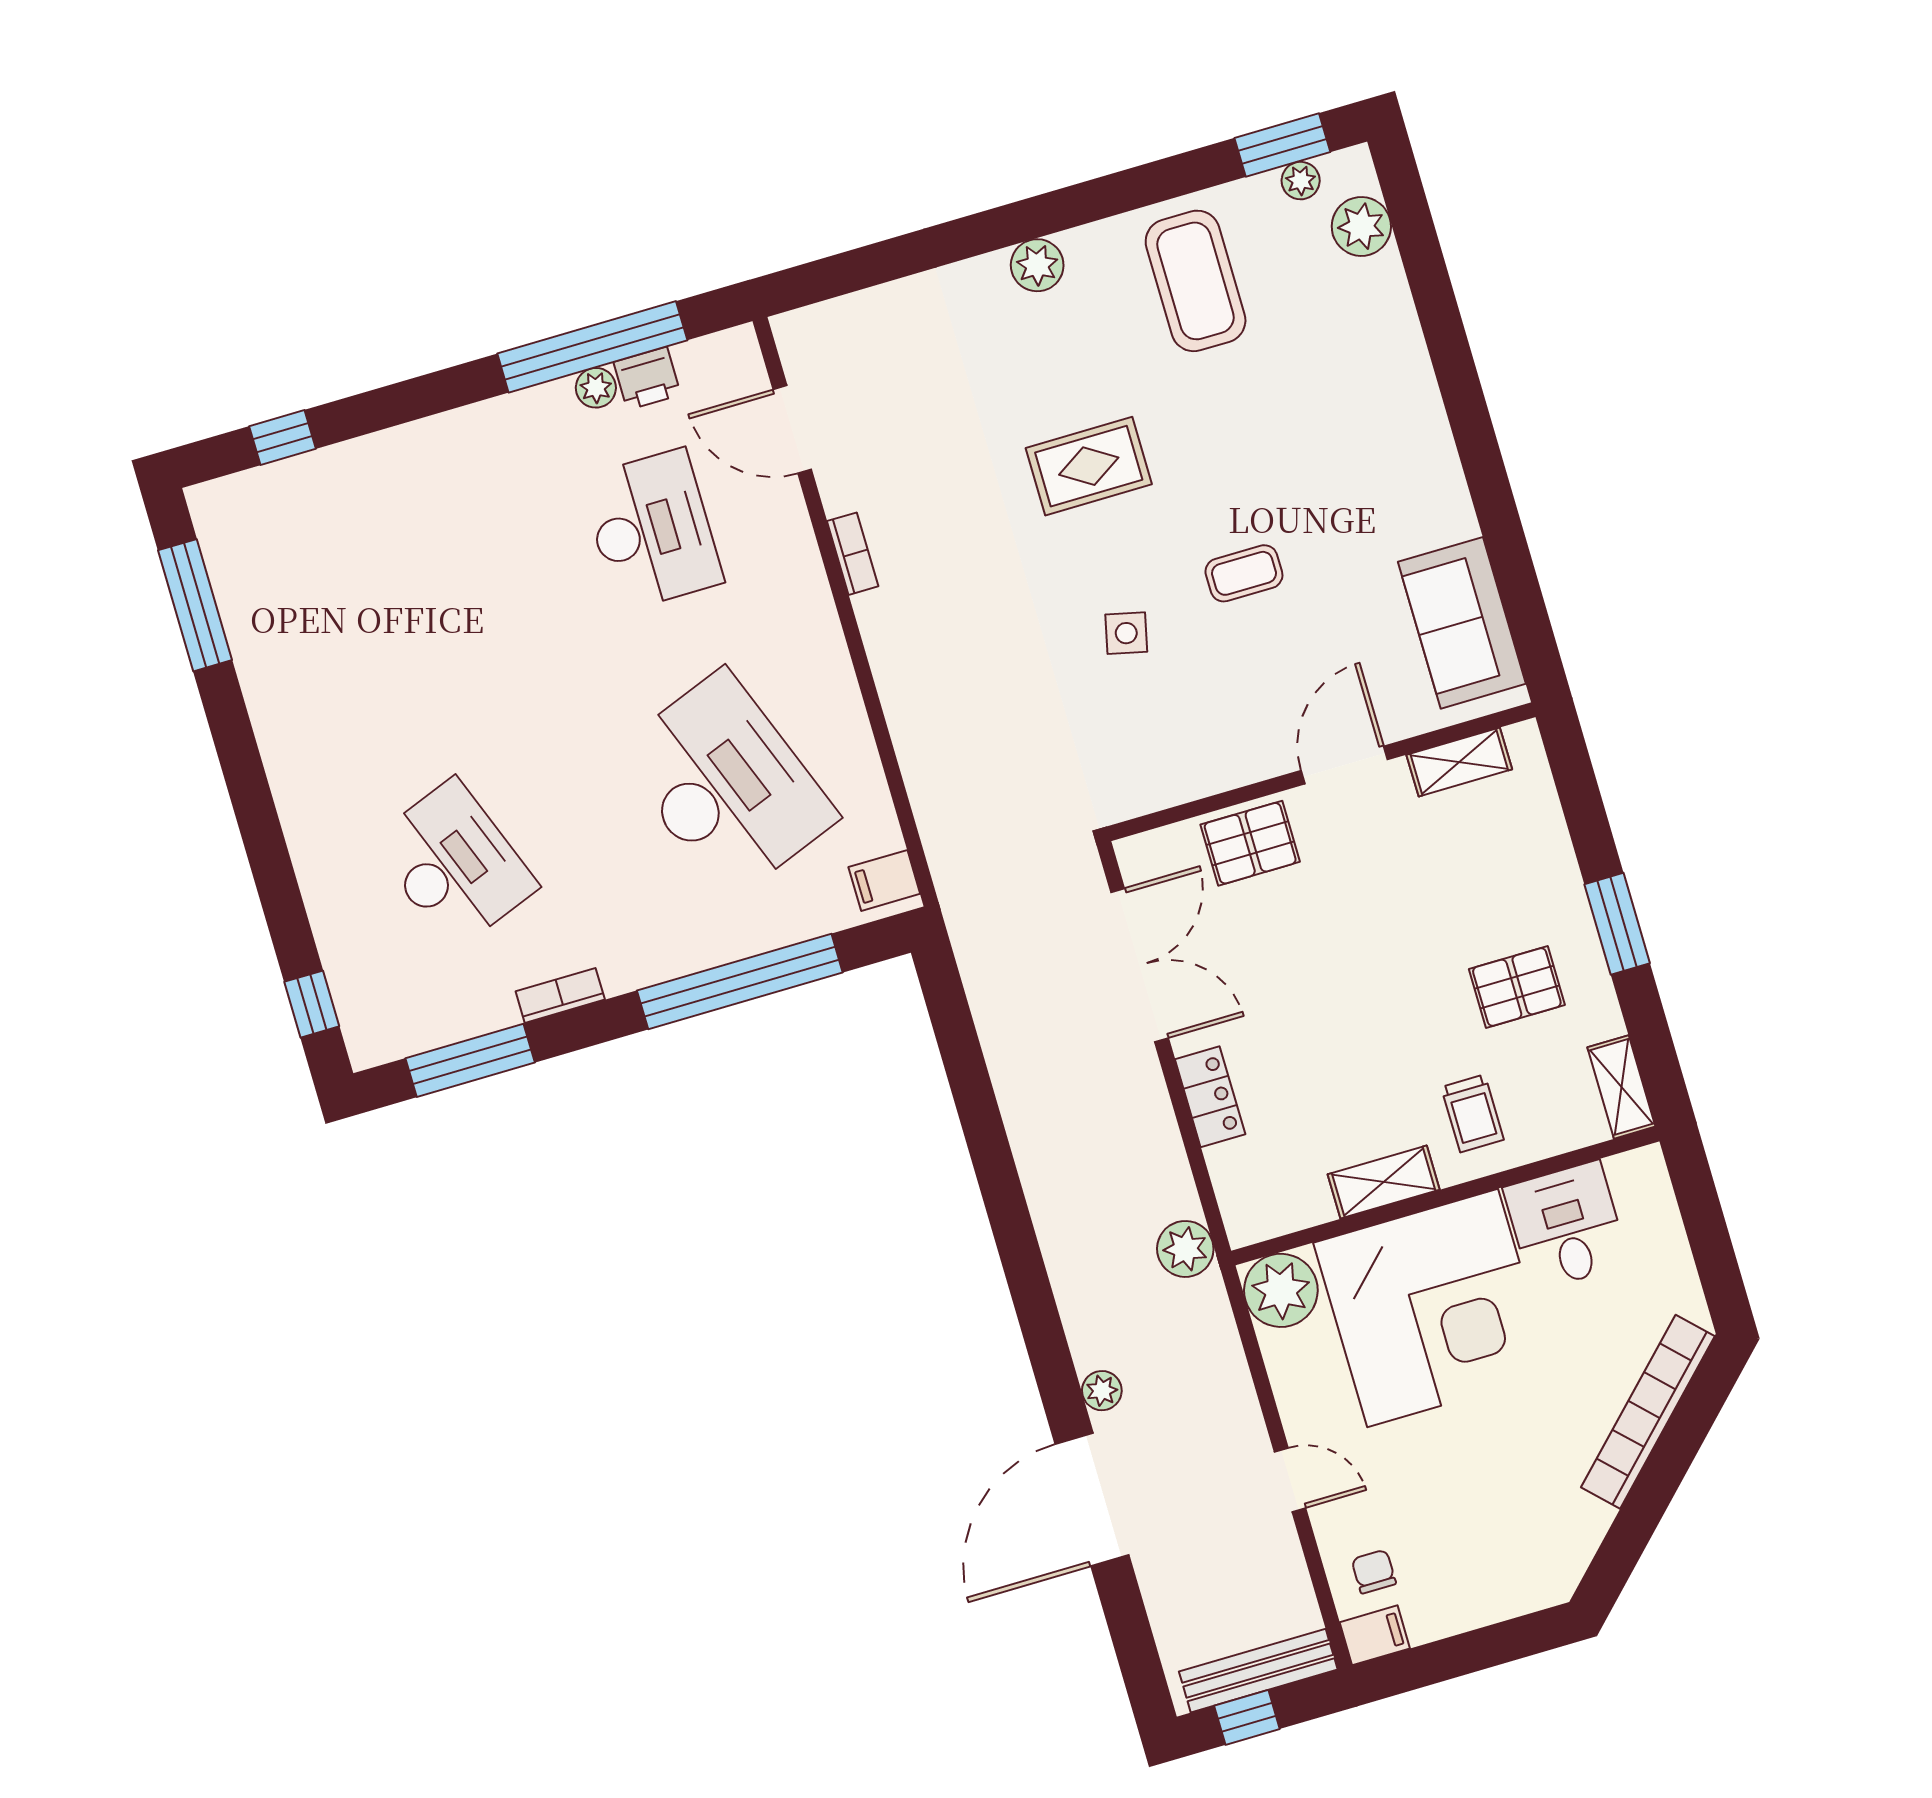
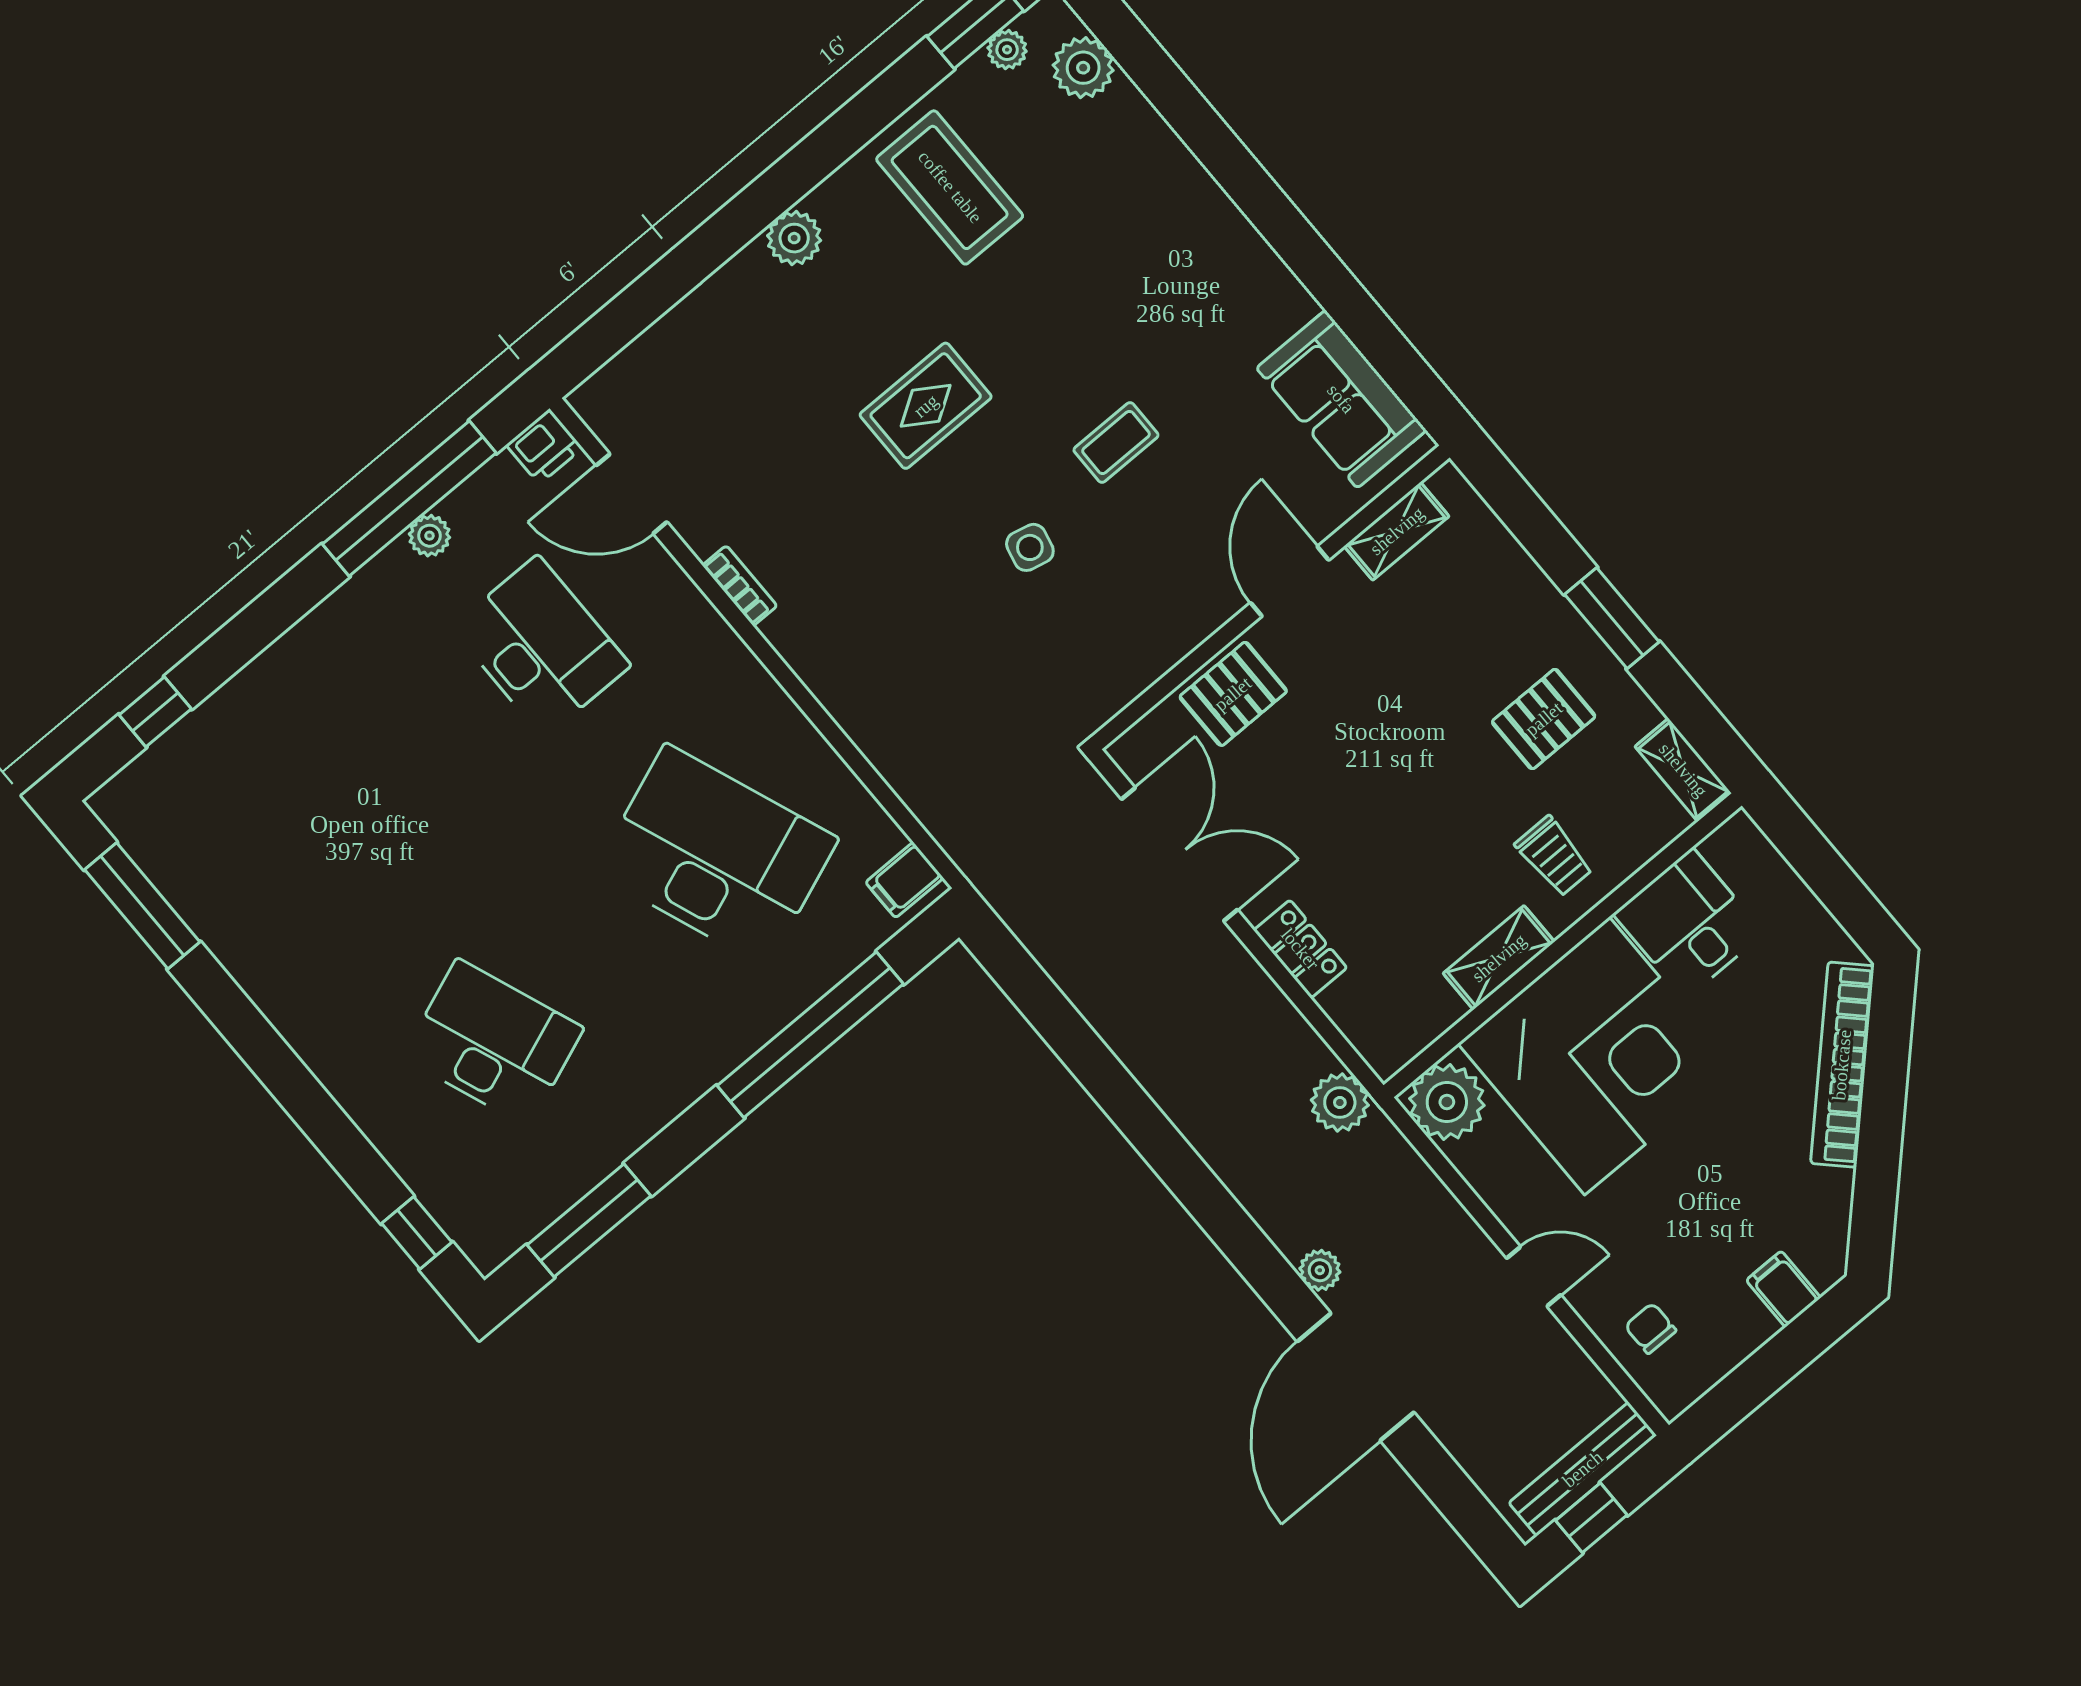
printer: (647, 378) -> (544, 446), moved
bookcase: (560, 995) -> (647, 1122), removed
filing cabinet: (1375, 1635) -> (1783, 1289), moved, turned -90

